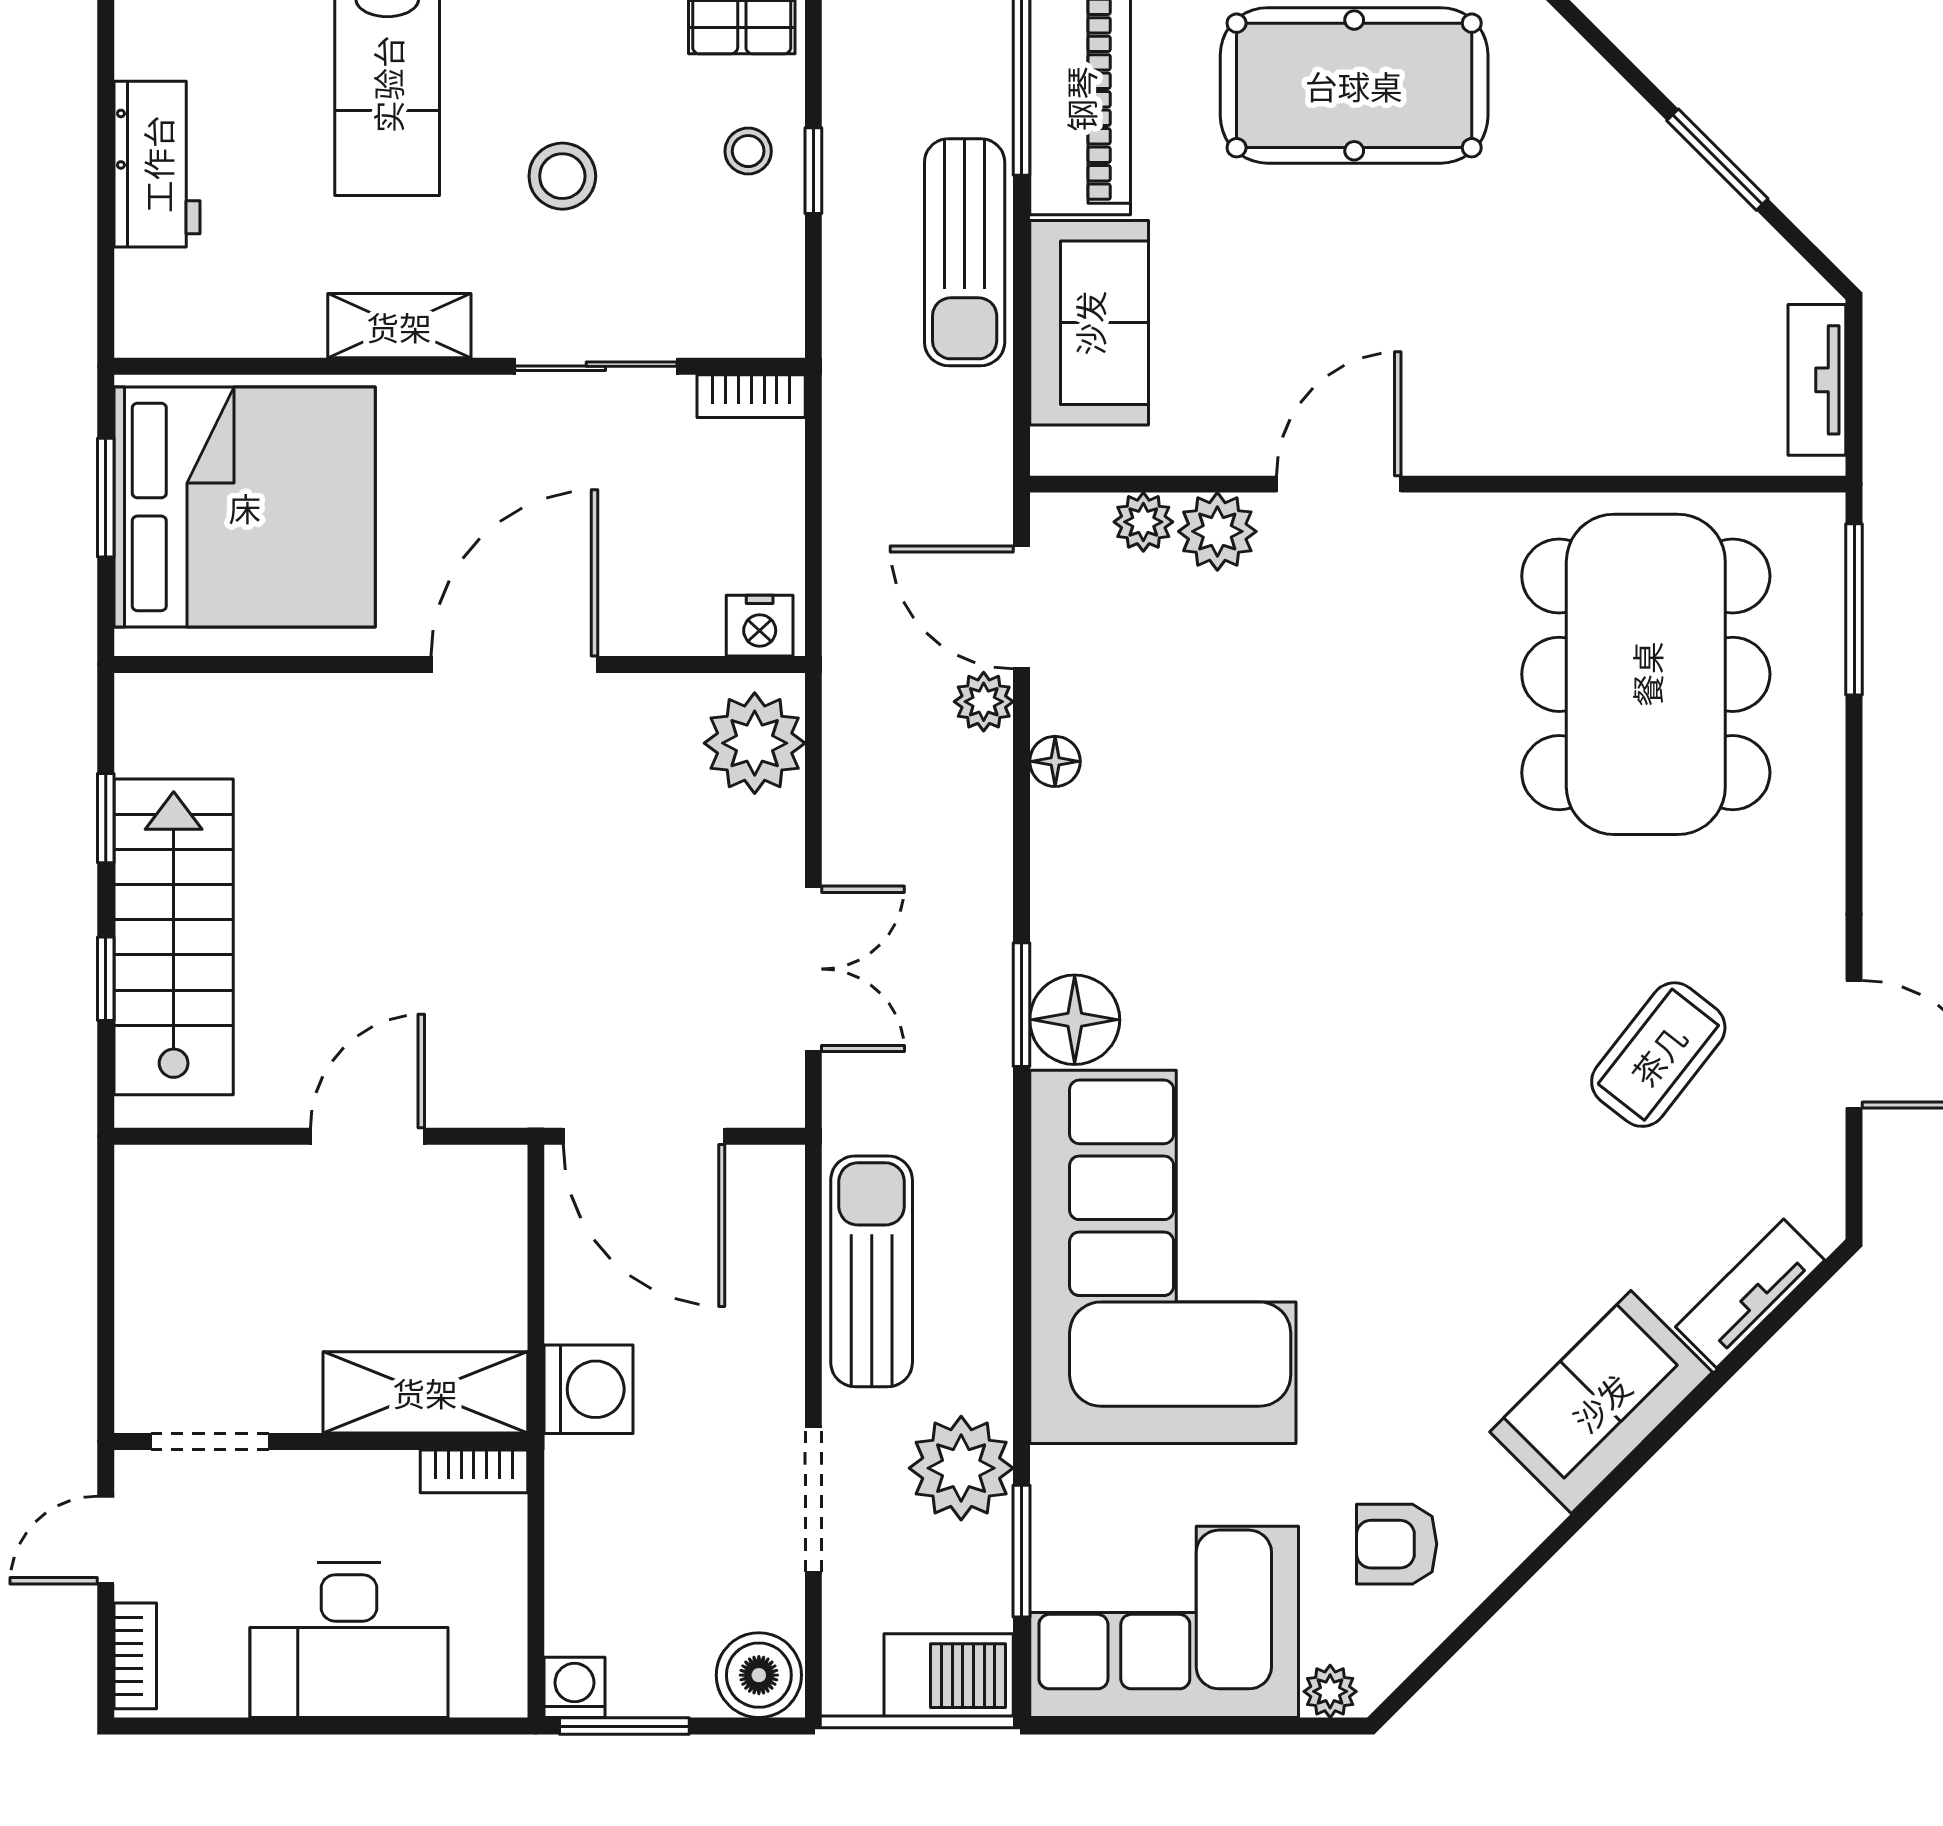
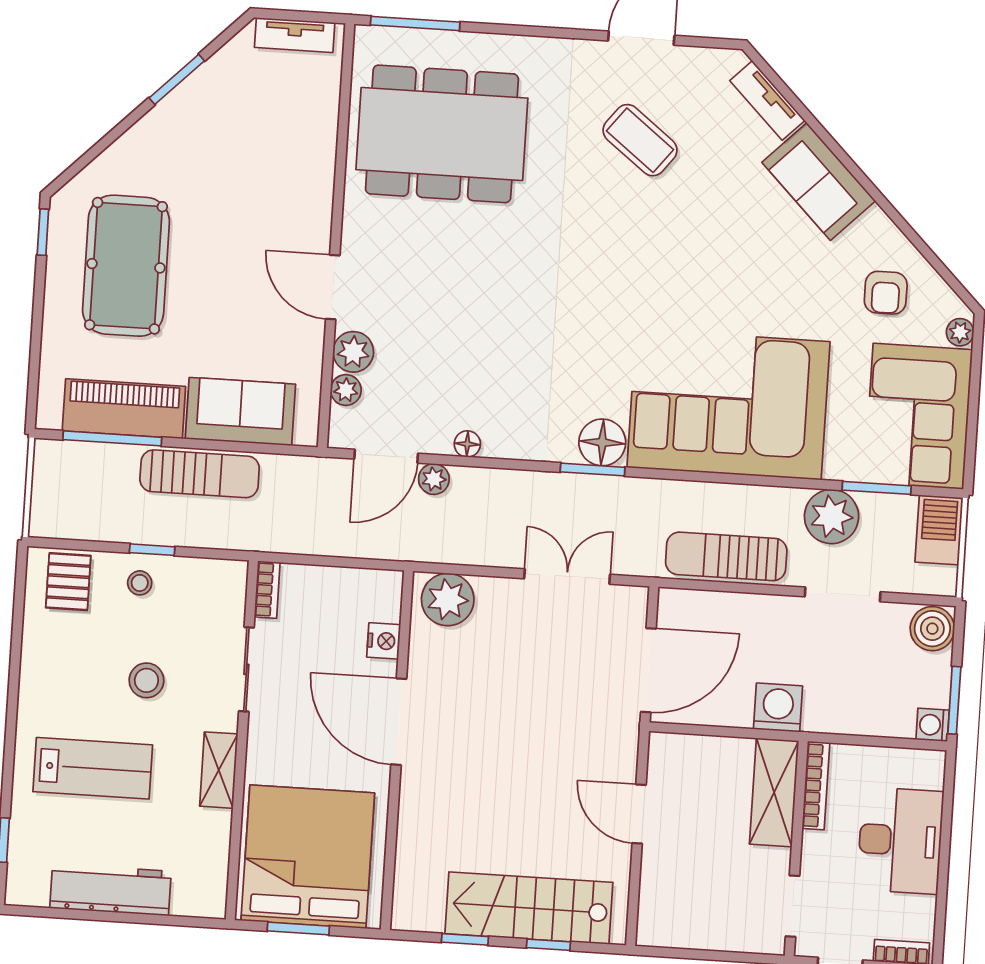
workbench: (157, 164) -> (110, 890), width x1.38
nightstand: (760, 626) -> (384, 641), moved
bookcase: (474, 1471) -> (816, 786), width x1.56

